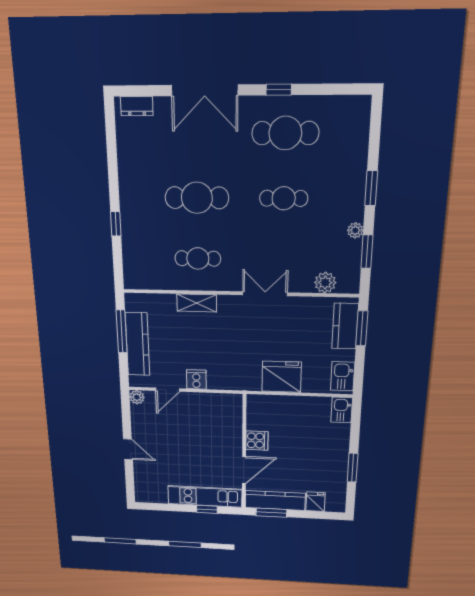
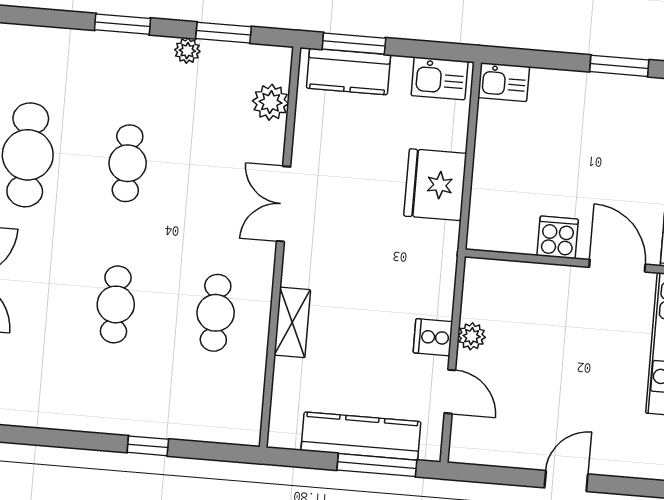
cafe table: (197, 198) -> (116, 304), width x0.73, depth x0.74
window: (122, 331) -> (377, 465), moved
plant: (137, 397) -> (472, 336), moved

